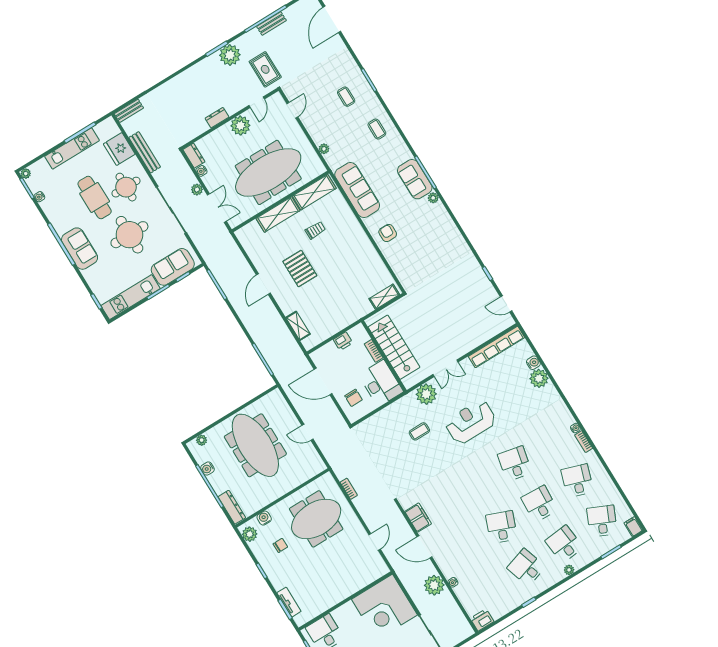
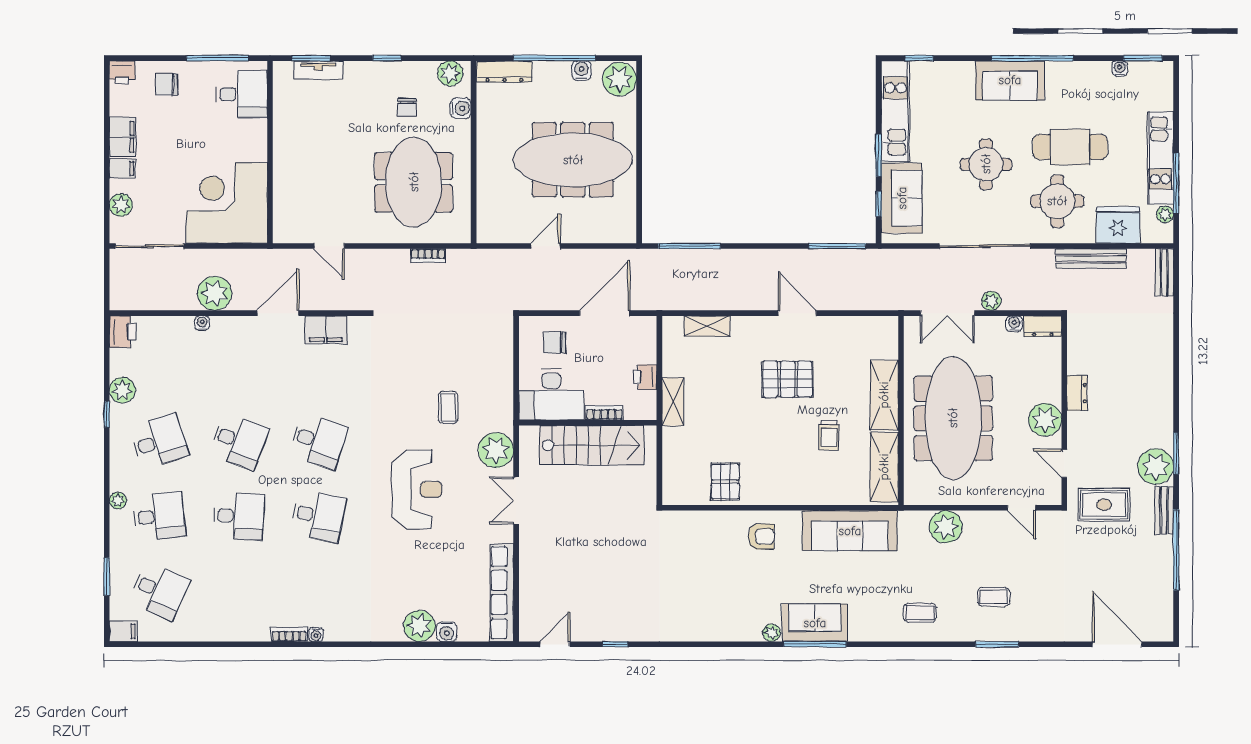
bench: (271, 23) -> (1164, 510), moved
plant: (324, 149) -> (946, 527), width x1.87, depth x1.87
plant: (26, 174) -> (1165, 214), moved
round table: (129, 235) -> (986, 164), width x0.73, depth x0.73
pallet: (371, 268) -> (725, 482), added
shelving: (384, 297) -> (673, 402), moved
plant: (202, 440) -> (620, 79), width x1.87, depth x1.87
desk: (577, 481) -> (318, 441), moved
plant: (512, 602) -> (122, 390), added

